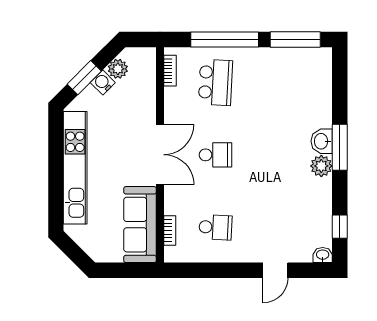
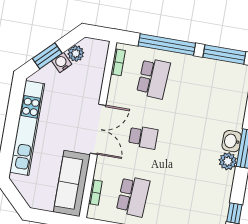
school desk: (215, 227) -> (133, 196), width x1.85

